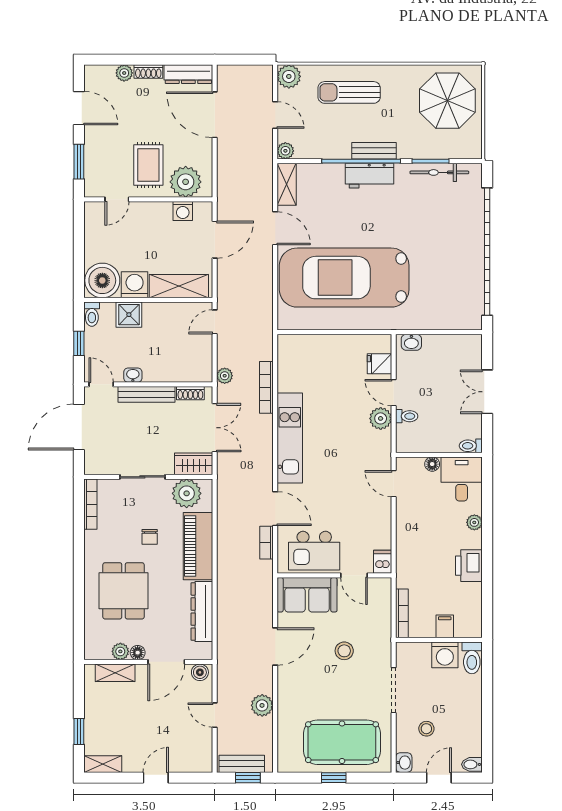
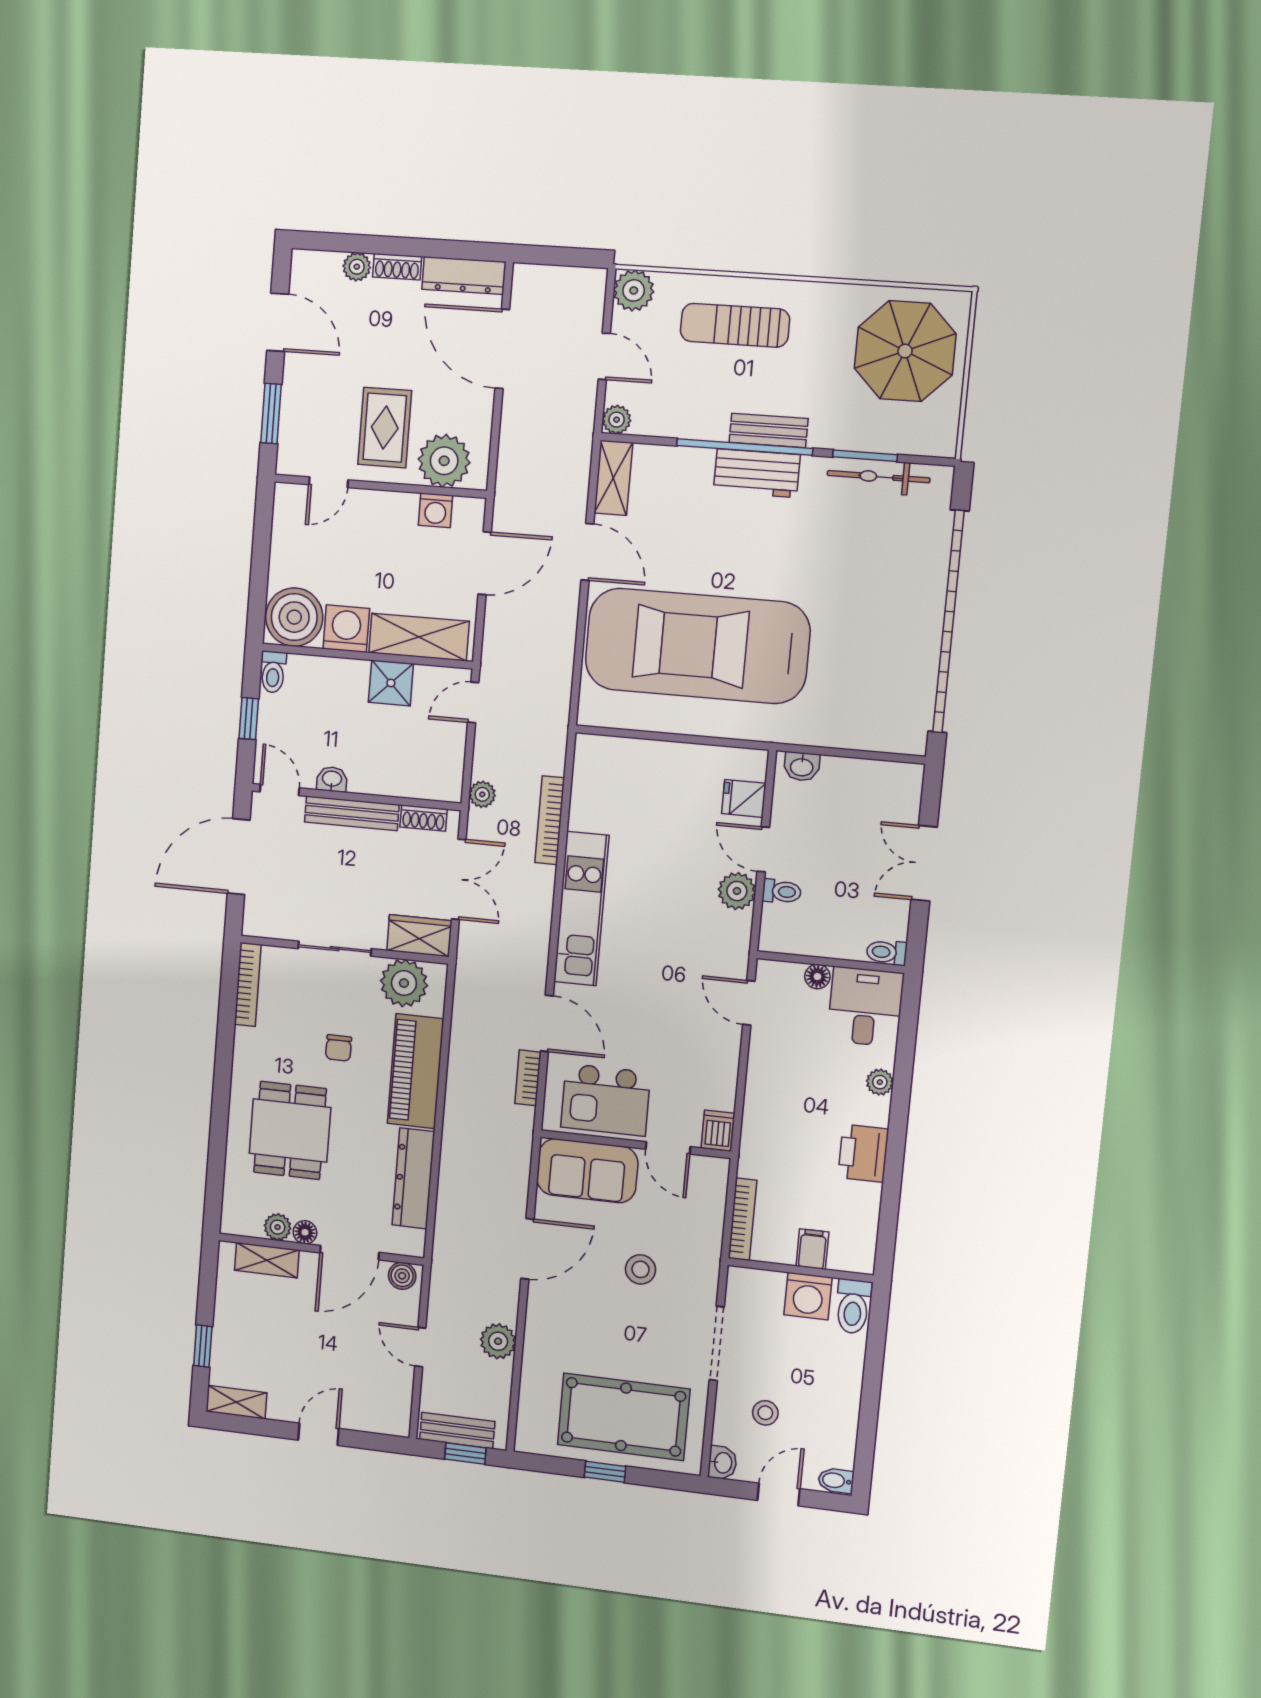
shower: (129, 315) -> (391, 683), moved

